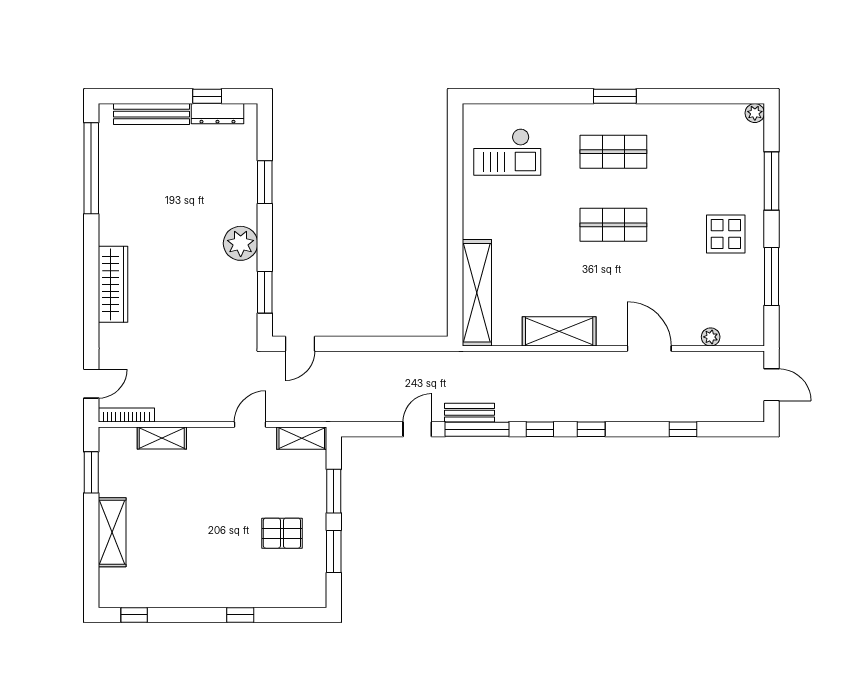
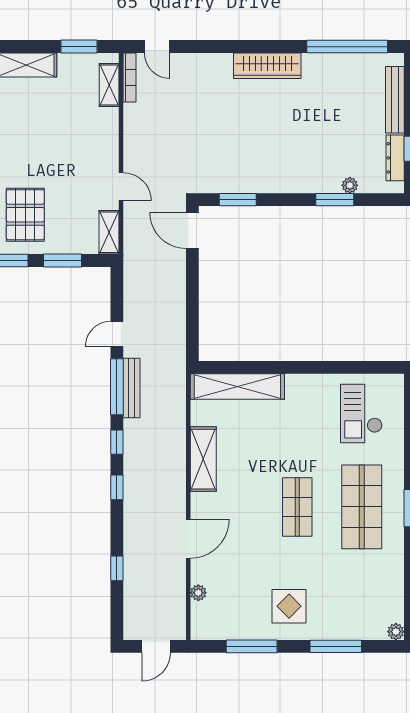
shop shelf: (613, 152) -> (362, 507), width x1.43, depth x1.36
plant: (241, 243) -> (350, 185), moved, width x0.53, depth x0.53
wardrobe: (113, 284) -> (267, 66), moved
door: (300, 344) -> (192, 231), width x1.38
bench: (469, 413) -> (132, 388), width x1.36
door: (417, 429) -> (117, 334), swing flipped
shelving: (162, 438) -> (109, 85), moved
pallet: (282, 533) -> (25, 215), width x1.50, depth x1.42

